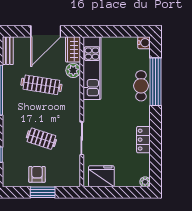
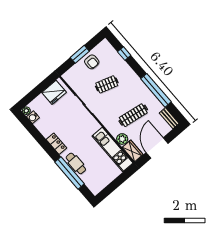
water cooler: (144, 43) -> (33, 117), moved
locker: (143, 140) -> (56, 144), moved

